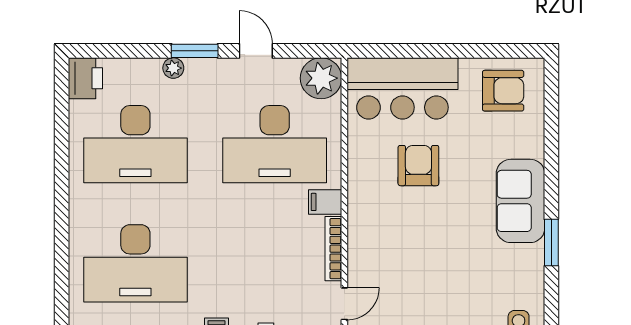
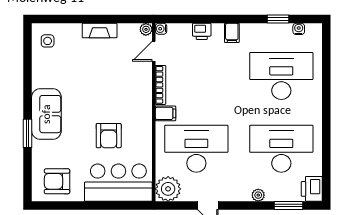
window: (195, 51) -> (288, 206), moved
window: (551, 243) -> (28, 133), moved

